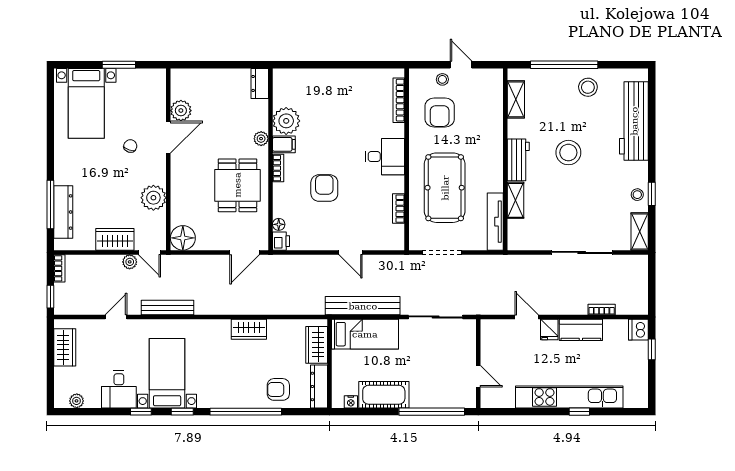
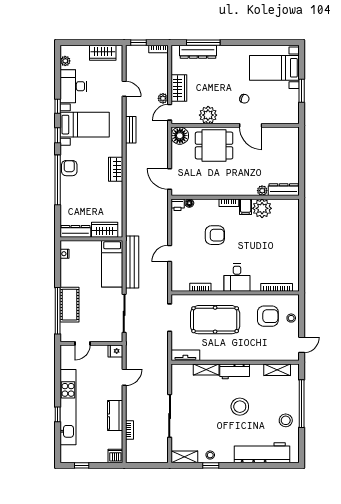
door: (461, 65) -> (302, 345), moved
dresser: (260, 83) -> (284, 190), width x1.44
plant: (181, 111) -> (269, 134), removed
armchair: (440, 113) -> (268, 316), turned 180
plant: (261, 139) -> (262, 191), moved
dining table: (237, 185) -> (214, 146), moved
tv unit: (495, 222) -> (185, 355), width x0.71
bench: (167, 308) -> (131, 130), width x0.73
wardrobe: (249, 329) -> (116, 169), moved
fridge: (549, 329) -> (115, 351), moved
window: (652, 349) -> (82, 465), moved
desk: (119, 389) -> (73, 86), width x1.37
armchair: (278, 389) -> (69, 168), moved
cot: (384, 395) -> (70, 305), moved

